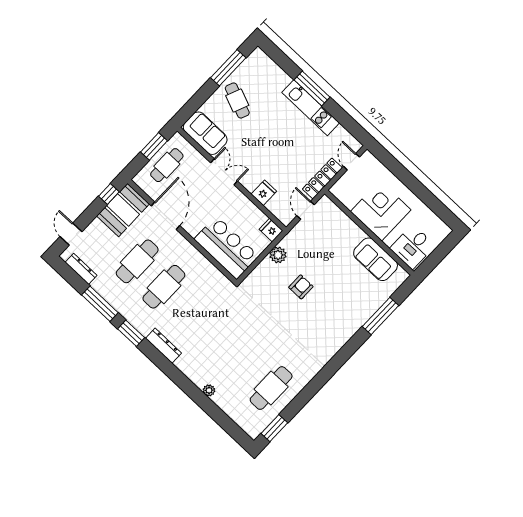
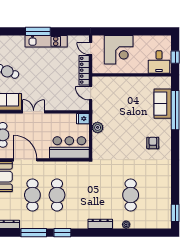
fridge: (264, 193) -> (62, 104), removed
corner desk: (381, 211) -> (119, 50), moved, turned 180
window: (435, 258) -> (175, 57), added
sofa: (376, 259) -> (163, 104), moved, turned 90
armchair: (301, 287) -> (153, 143), moved
window: (380, 316) -> (175, 110), width x1.46
dresser: (163, 346) -> (100, 224), moved
cafe table: (271, 388) -> (131, 195), moved

